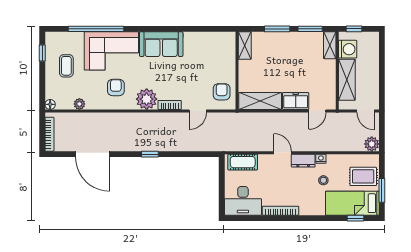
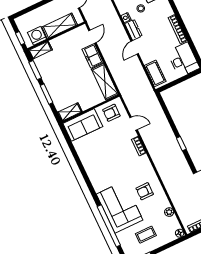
sofa: (161, 44) -> (83, 125), moved, turned 90
plant: (147, 99) -> (142, 165), removed
door: (317, 111) -> (92, 37), hinge flipped

